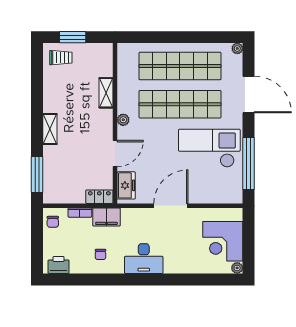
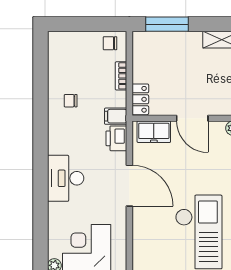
filing cabinet: (106, 217) -> (116, 116), width x0.50
desk: (144, 259) -> (66, 178), moved
printer: (59, 265) -> (116, 138), moved, turned 180

